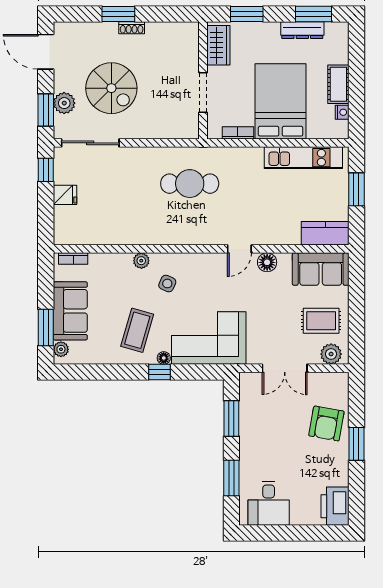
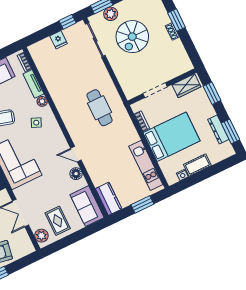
tv unit: (110, 261) -> (33, 84), added

